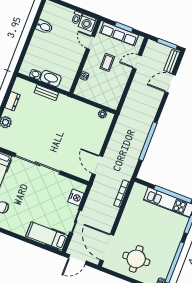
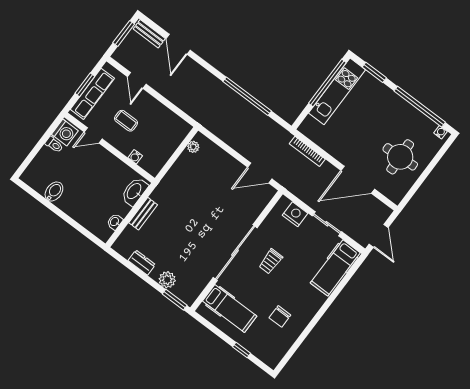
washbasin: (51, 79) -> (134, 191), moved
trolley: (38, 190) -> (271, 261), added
door: (107, 248) -> (358, 180), moved

